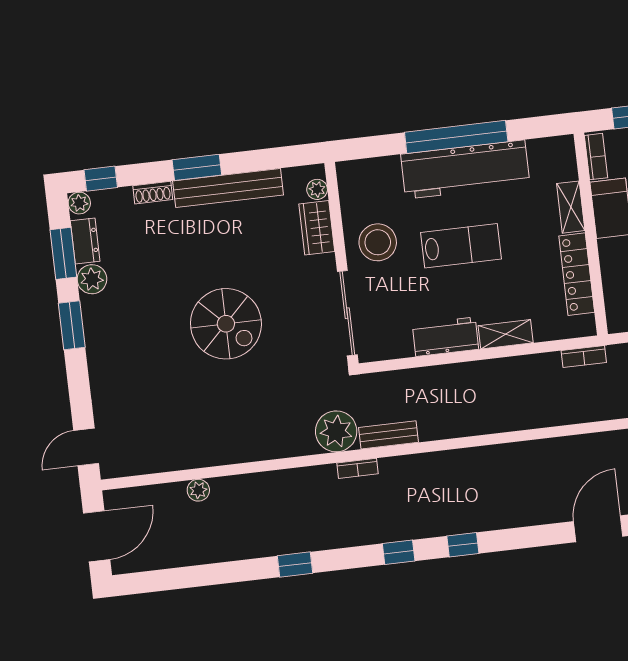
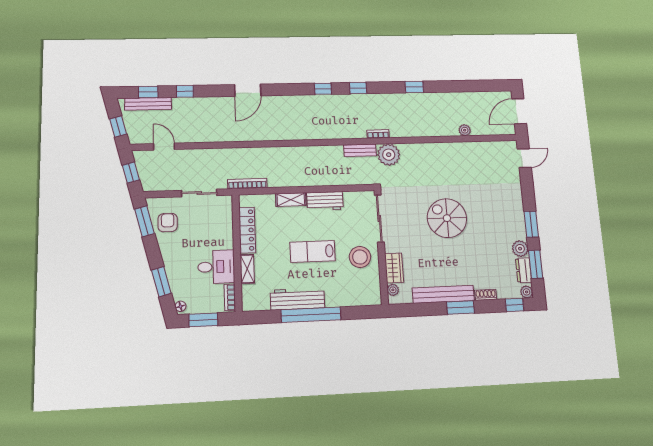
workbench: (465, 170) -> (297, 299), width x0.73, depth x0.76
bookcase: (584, 356) -> (247, 184), width x1.56

